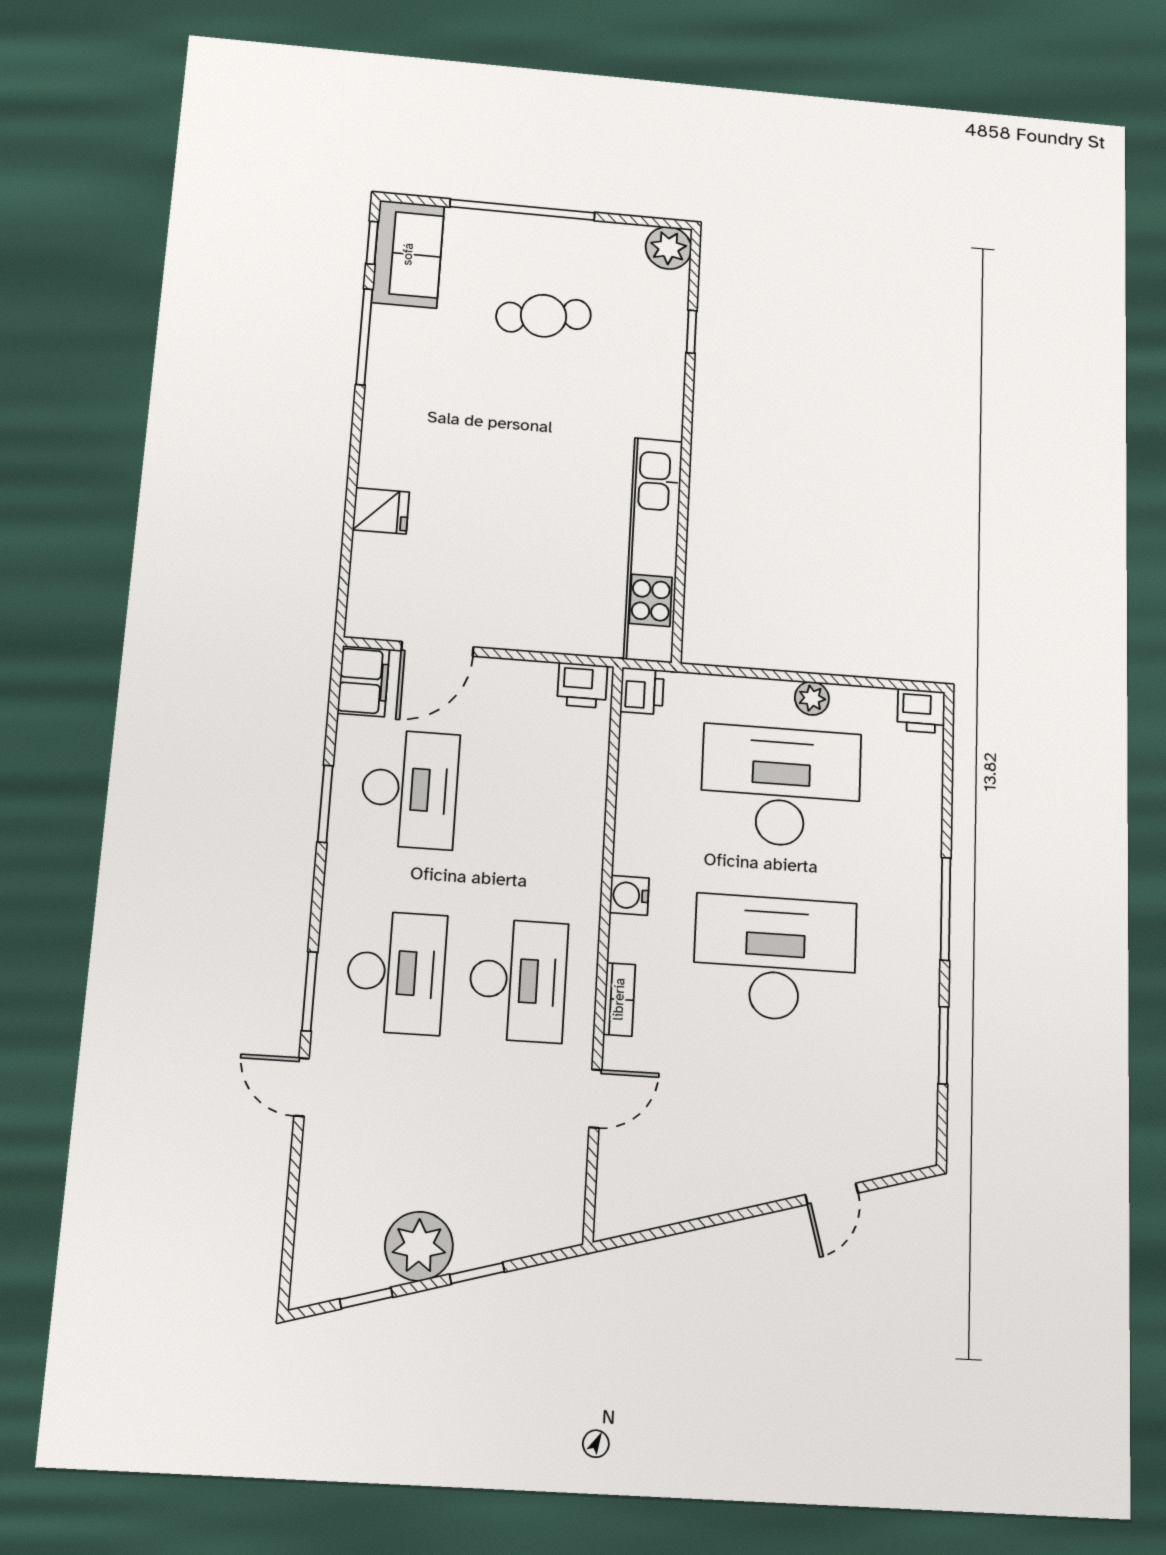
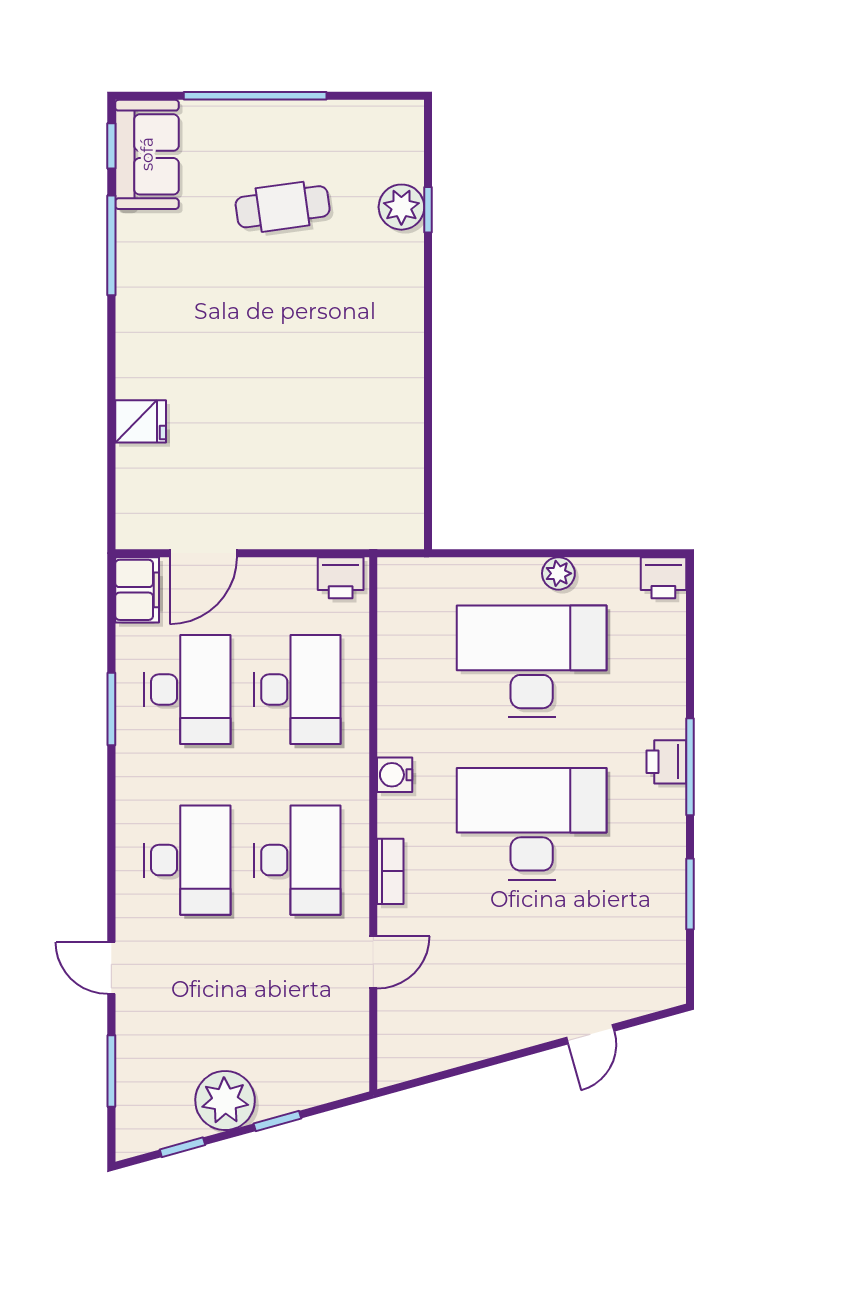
plant: (669, 248) -> (401, 207), moved
kitchen unit: (653, 549) -> (401, 438), removed
printer: (642, 691) -> (666, 762), moved, turned 180
desk: (529, 798) -> (297, 690), added
window: (309, 991) -> (111, 1071), moved

